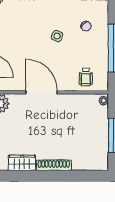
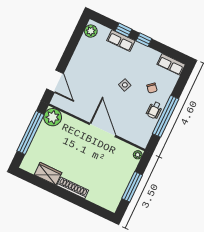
wheelchair: (86, 77) -> (154, 110), moved
door: (42, 92) -> (102, 130), moved

